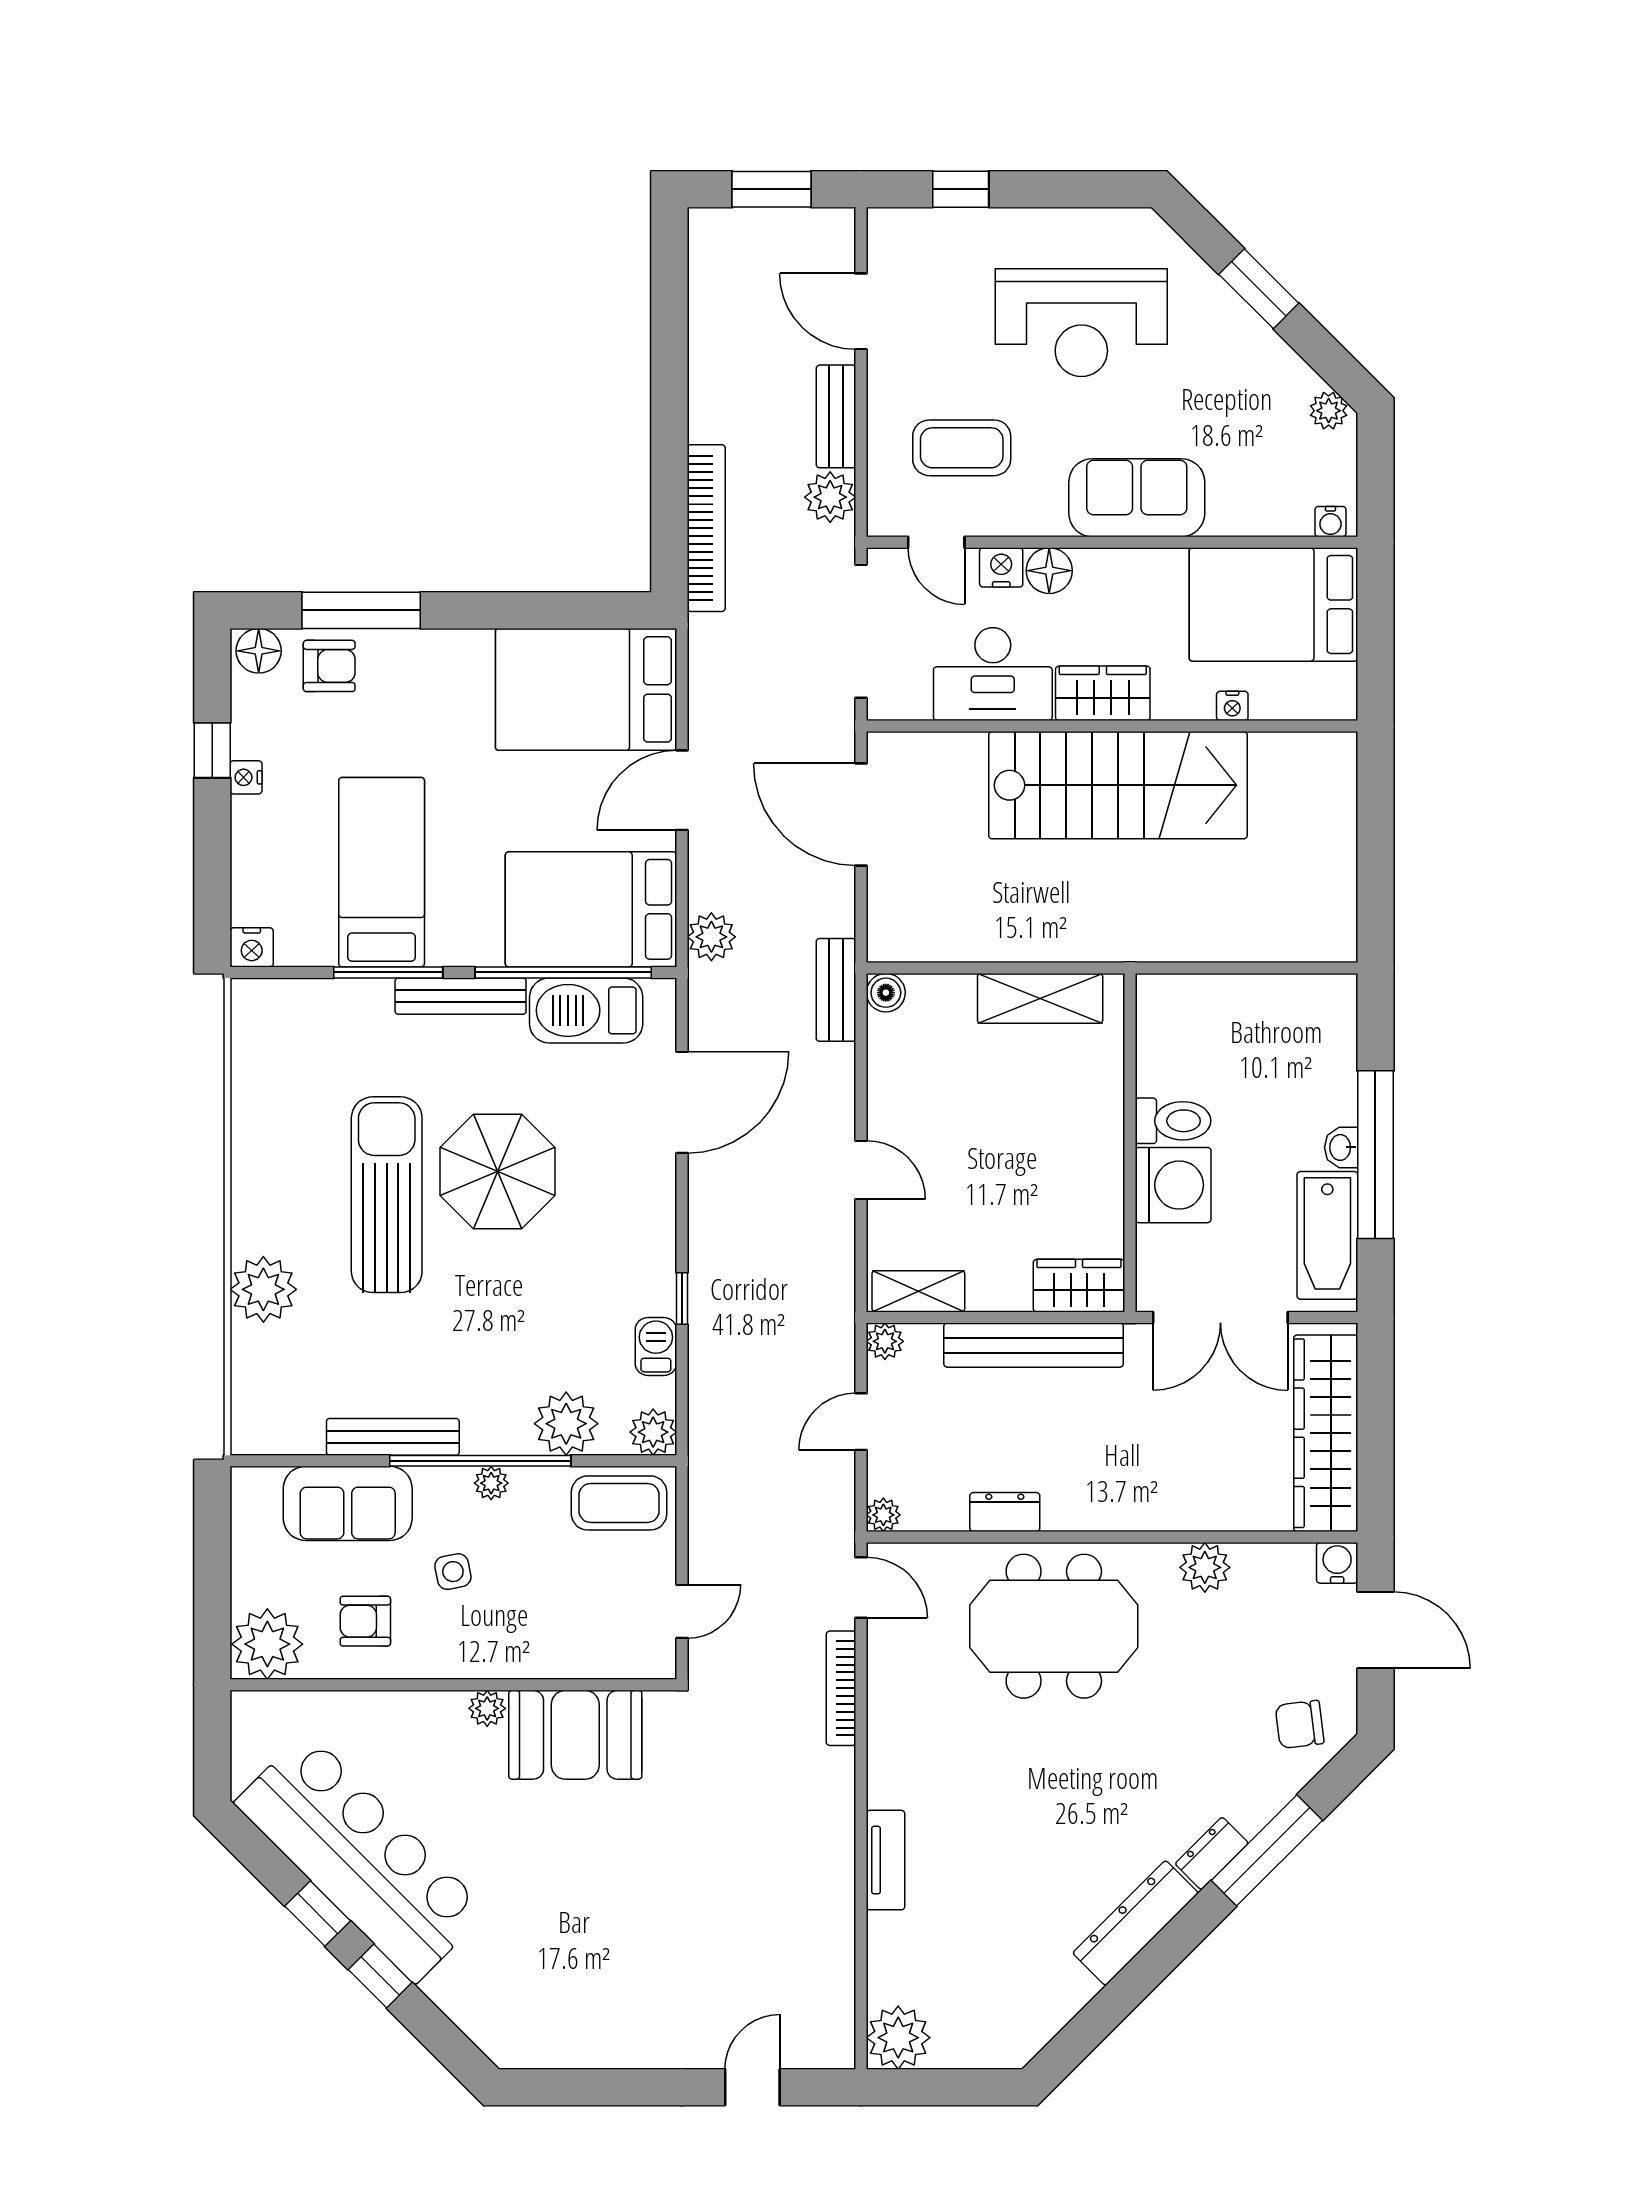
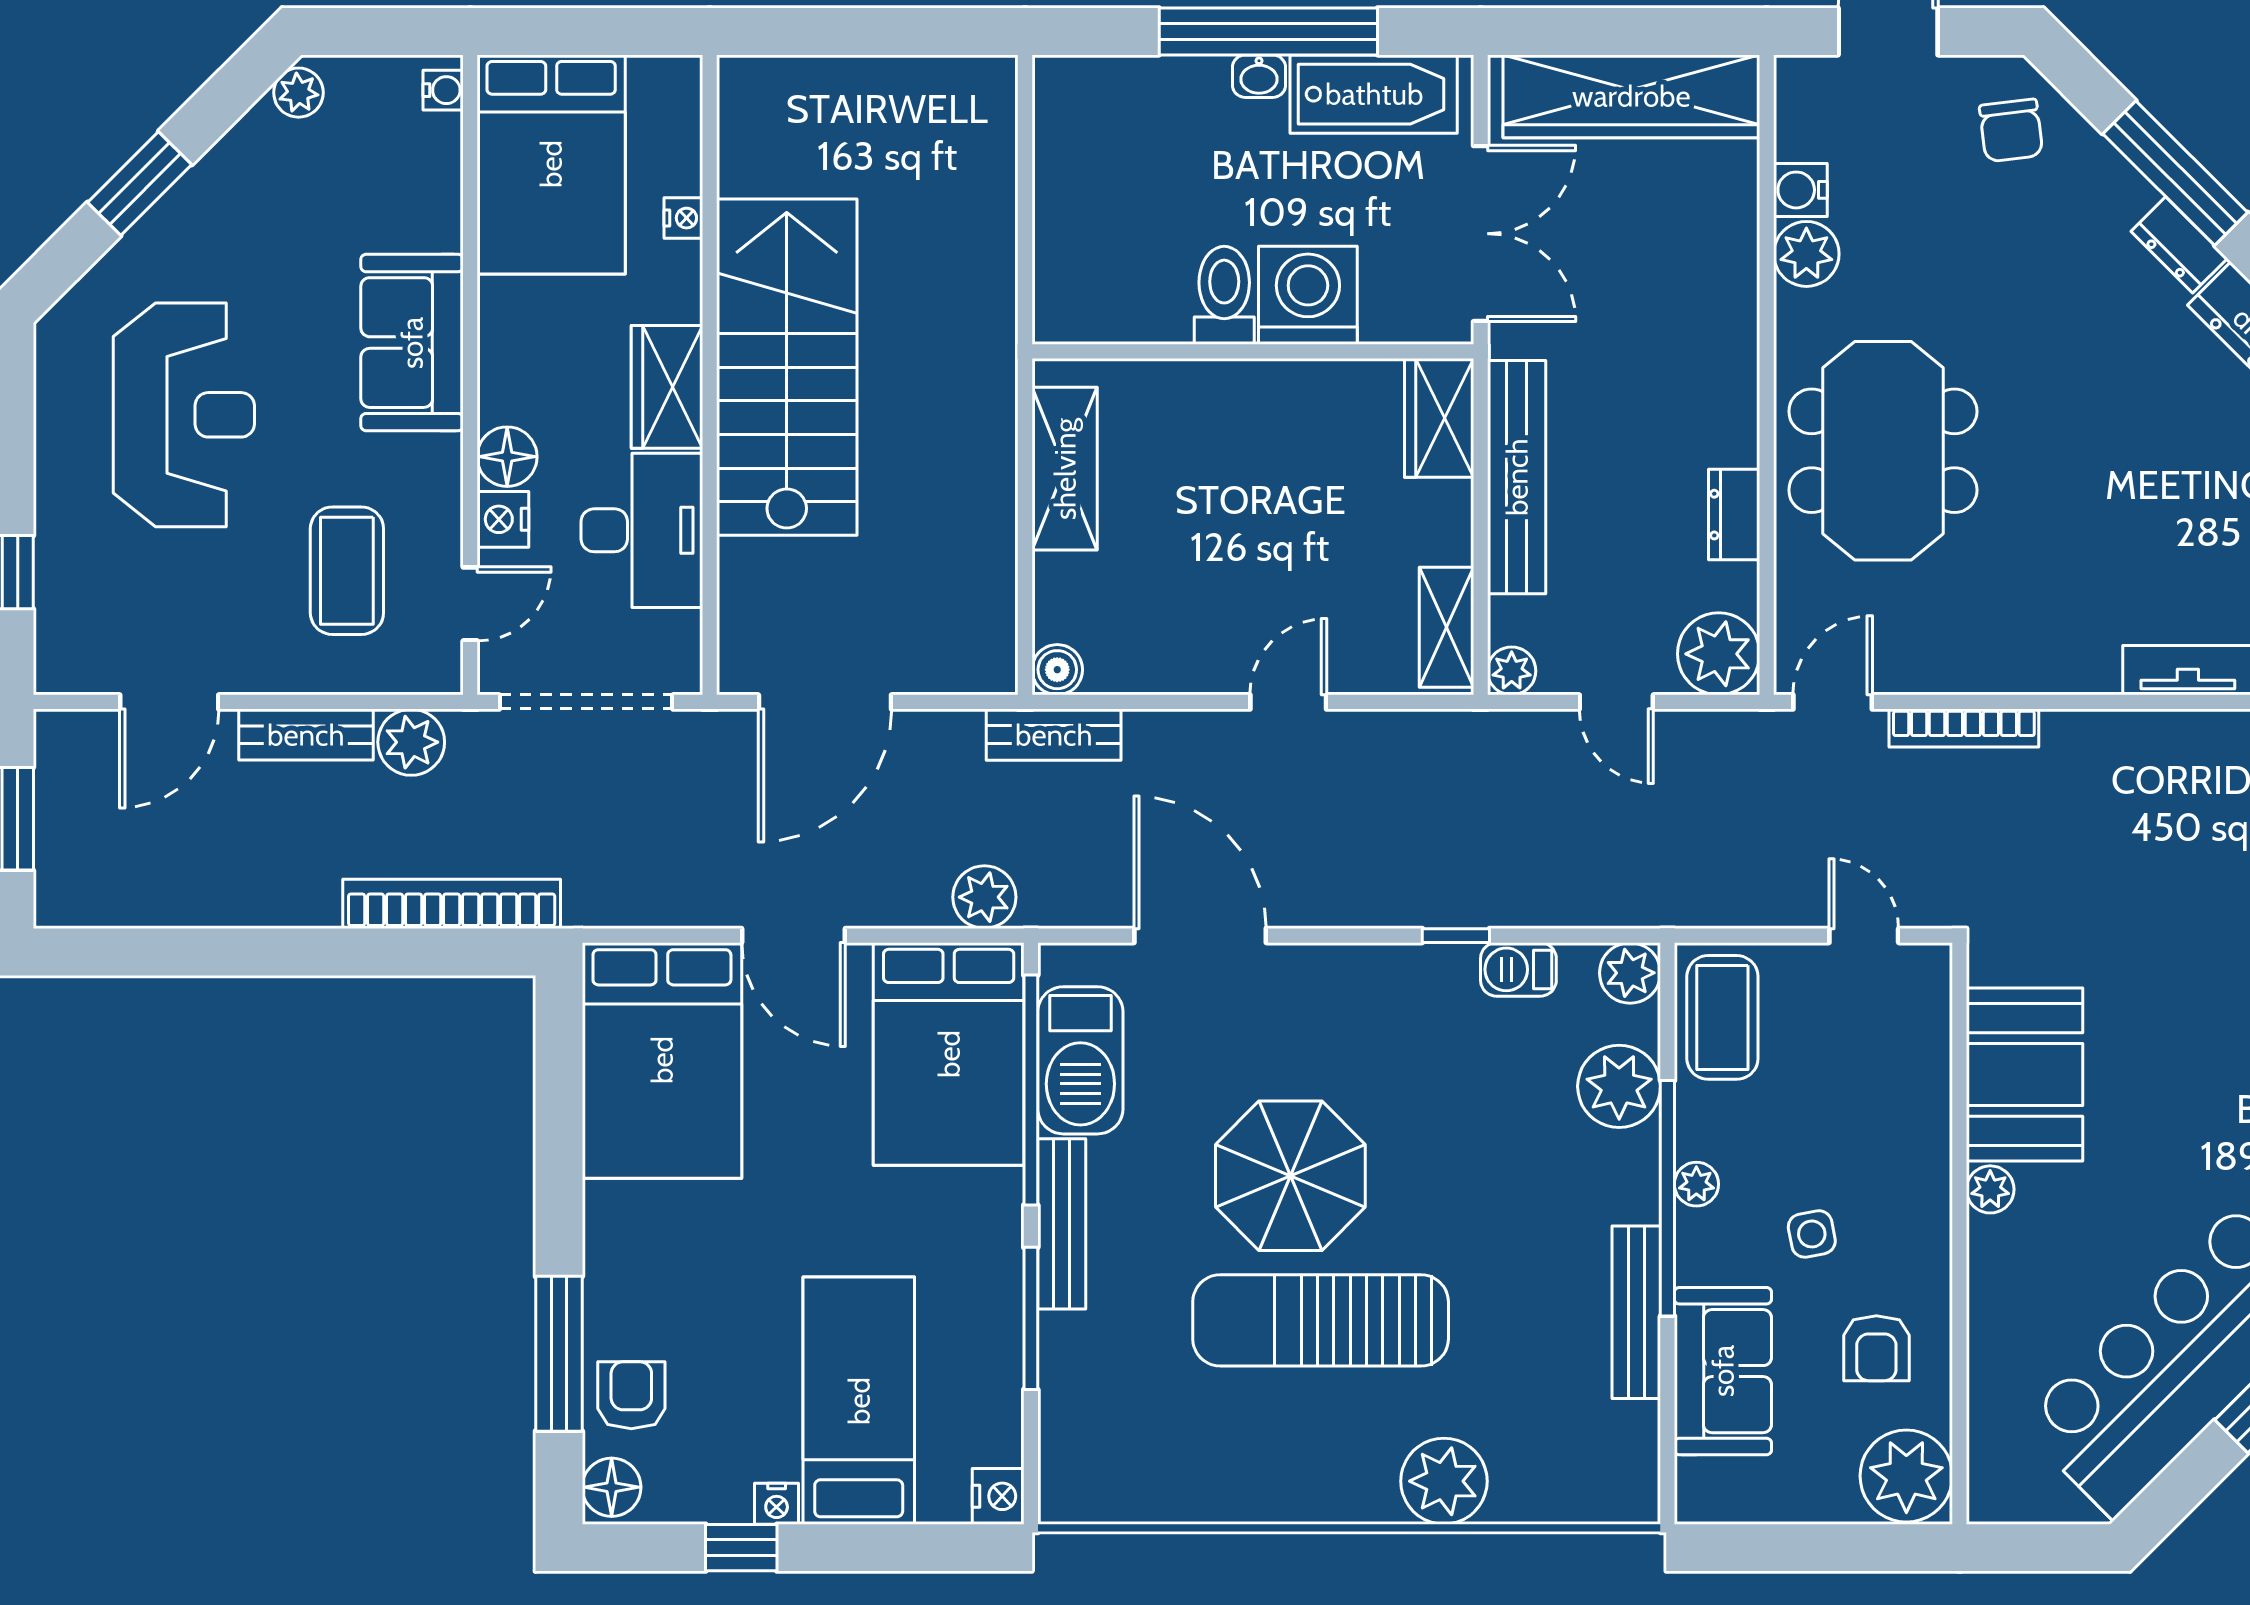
bed: (382, 872) -> (859, 1401), moved, turned 90
plant: (883, 1515) -> (1719, 654), width x1.87, depth x1.87
water cooler: (1337, 1563) -> (1800, 190), moved

